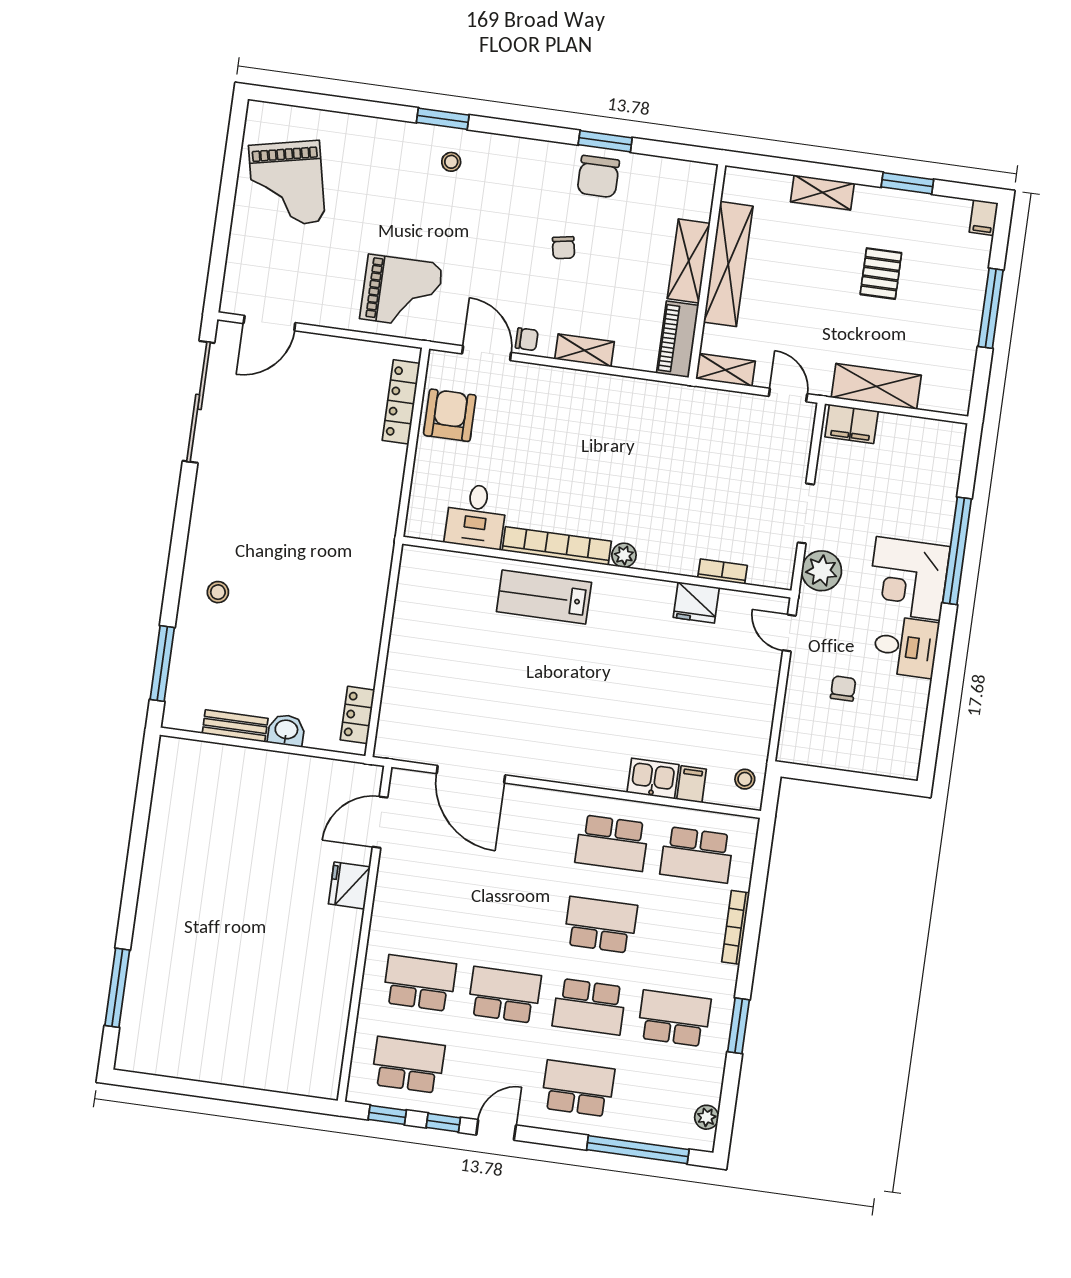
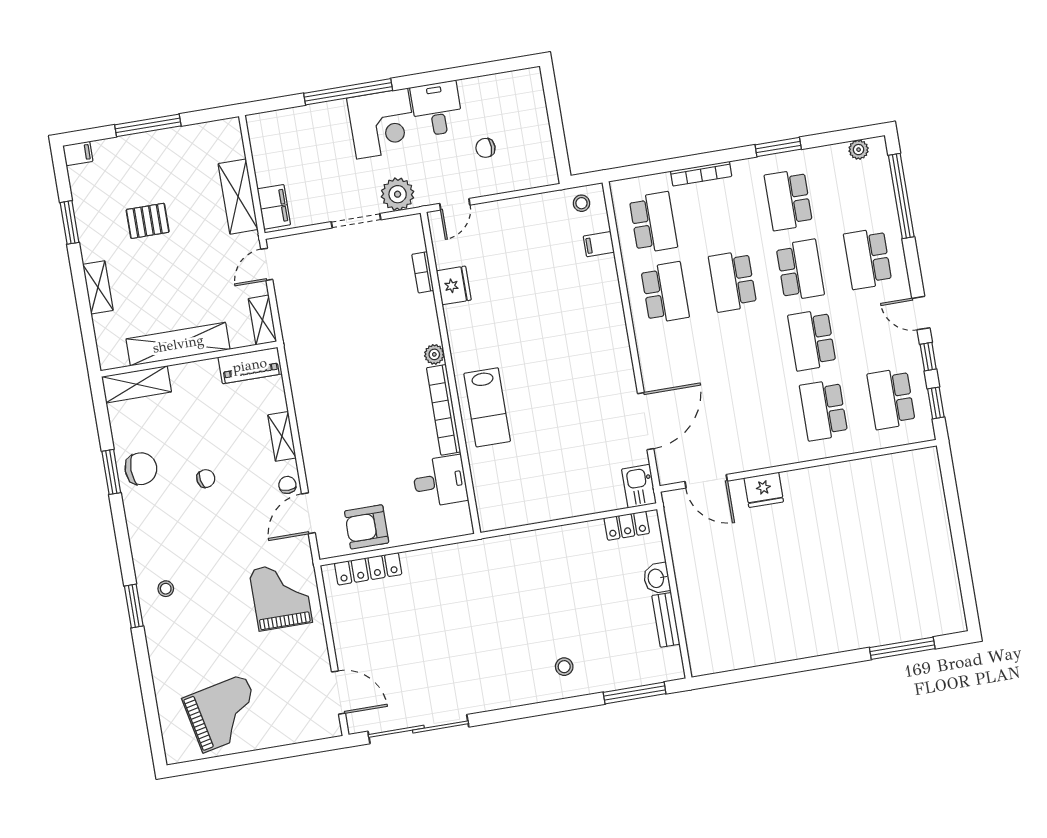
shelving: (689, 261) -> (137, 384), moved
kitchen sink: (653, 779) -> (639, 486), moved

